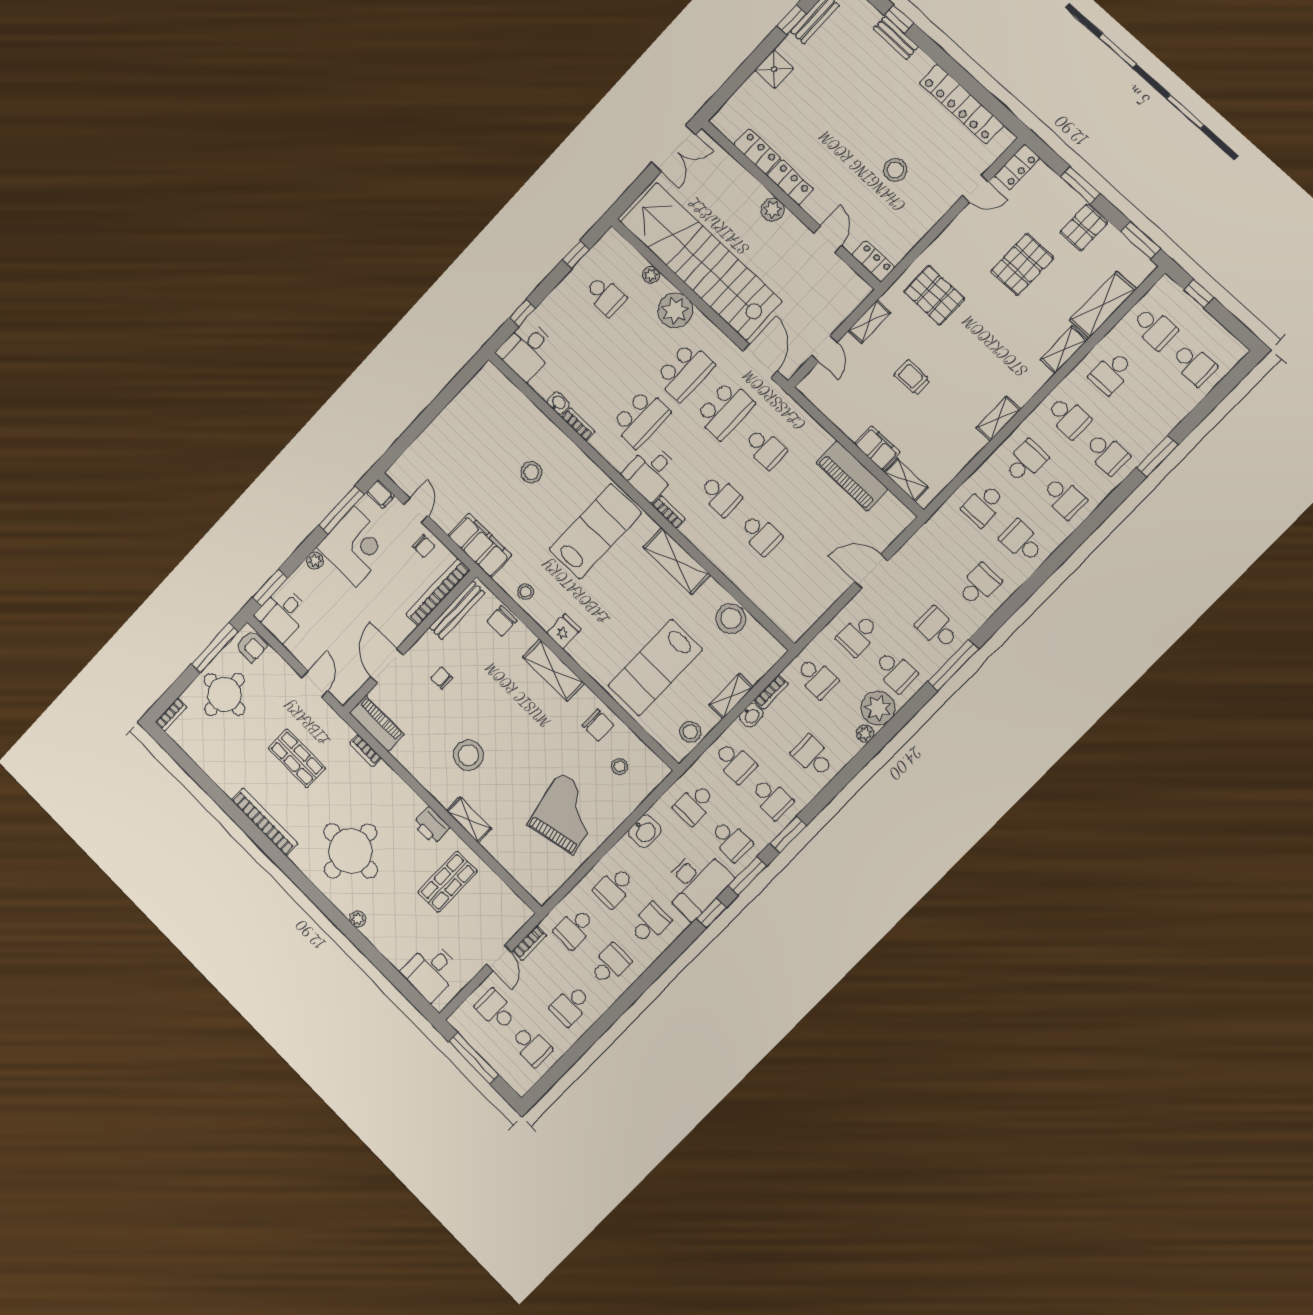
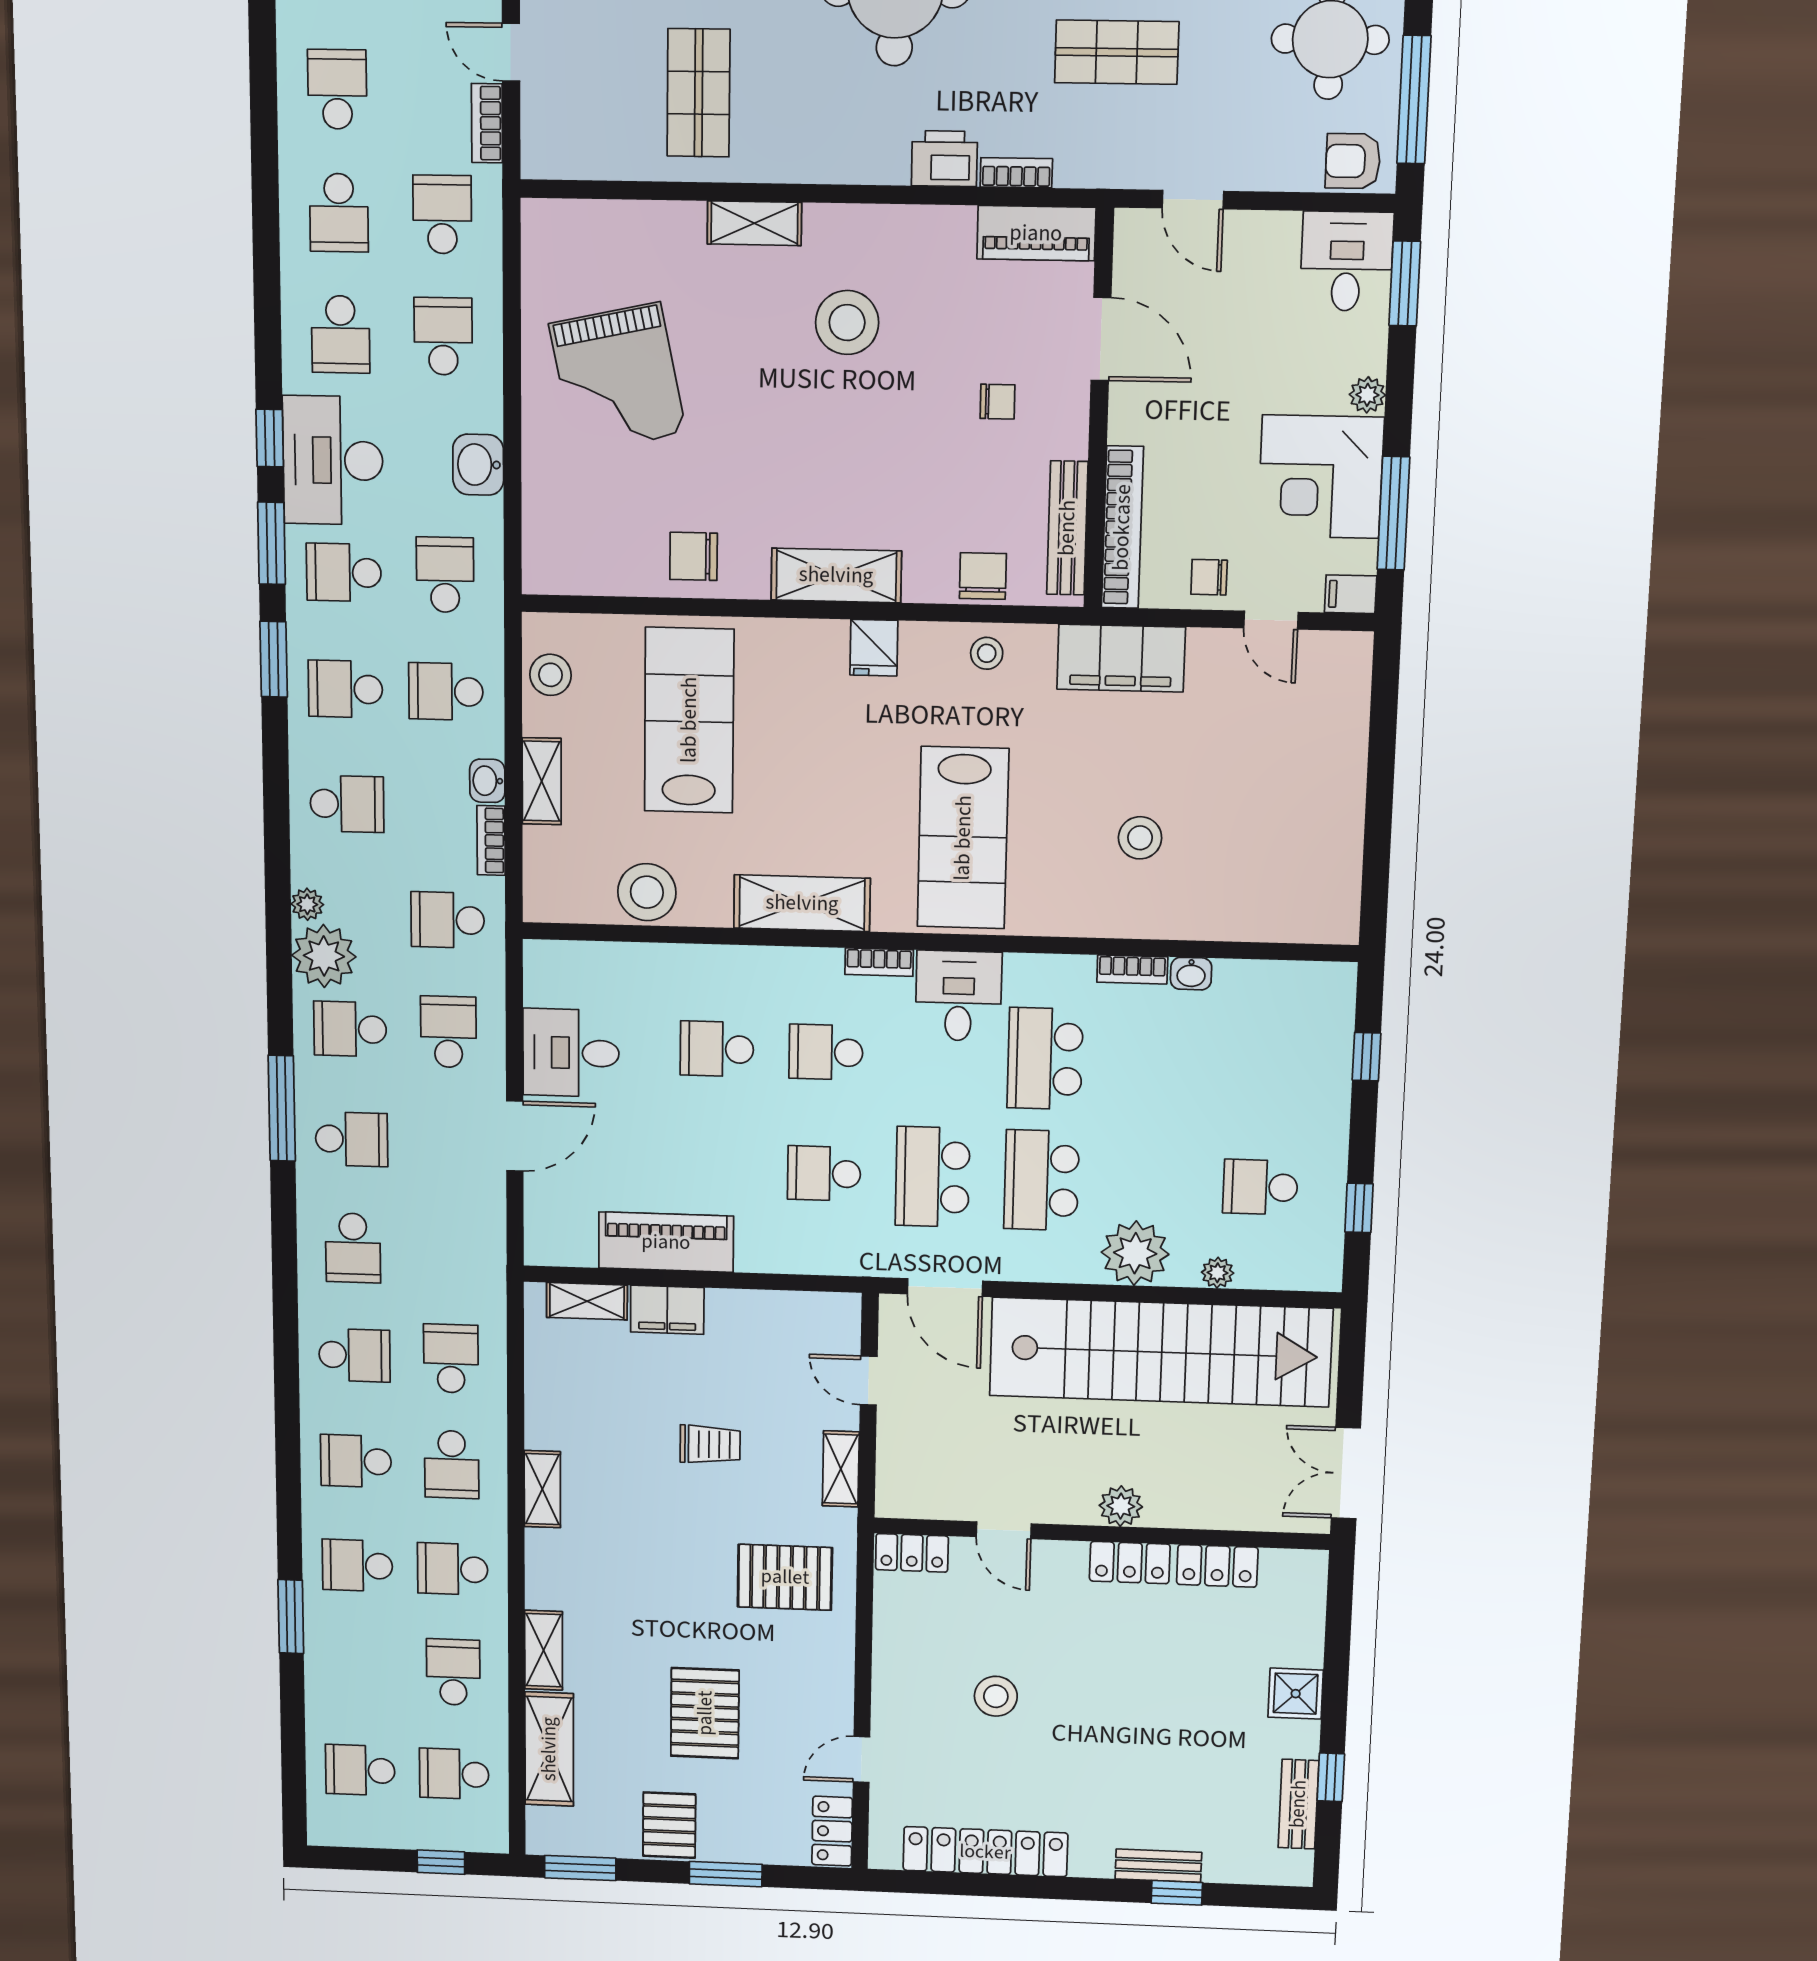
desk: (527, 350) -> (571, 1053), moved, turned -90
stool: (620, 767) -> (605, 525), removed
printer: (431, 826) -> (944, 159), moved

